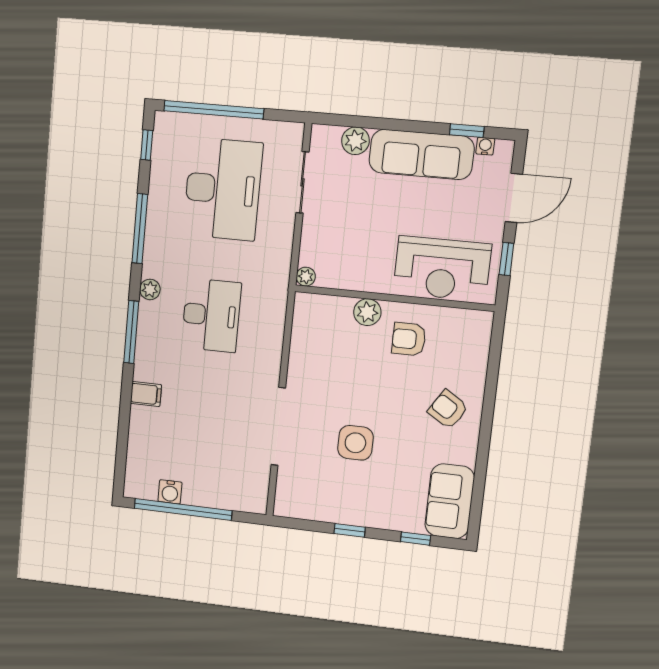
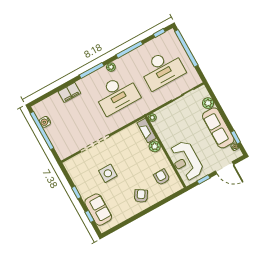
fireplace: (324, 306) -> (147, 131), added
desk: (211, 315) -> (117, 94), width x1.36, depth x1.30
armchair: (409, 339) -> (162, 177), moved
filing cabinet: (146, 394) -> (69, 92), width x2.00
sofa: (450, 501) -> (98, 210), moved, turned 90

